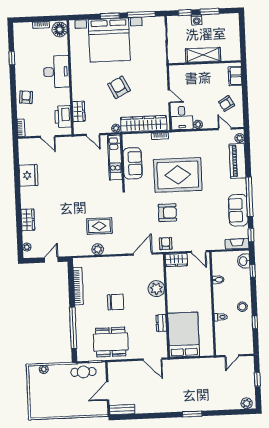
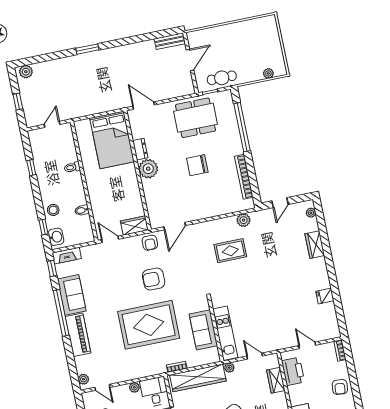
piano: (238, 161) -> (78, 335), moved
fridge: (29, 175) -> (325, 296), width x0.53, depth x0.75
plant: (98, 249) -> (244, 220), moved
plant: (156, 289) -> (148, 169), moved
stool: (242, 307) -> (53, 210), moved

